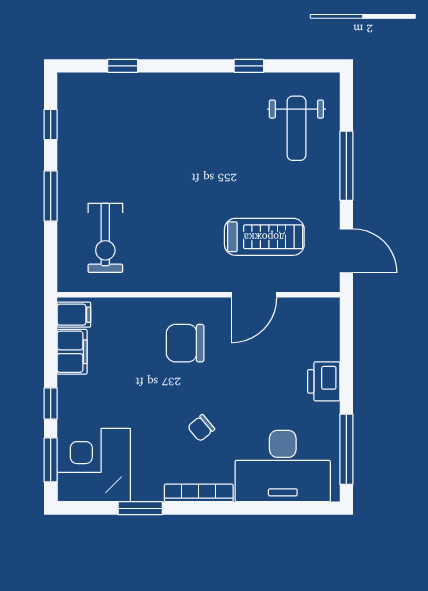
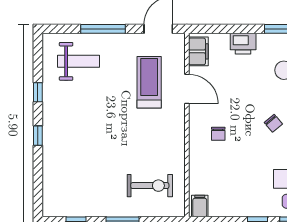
window: (123, 66) -> (38, 136), moved
chair: (185, 343) -> (218, 134), width x0.54, depth x0.54
filing cabinet: (72, 352) -> (198, 51), moved, turned 90

